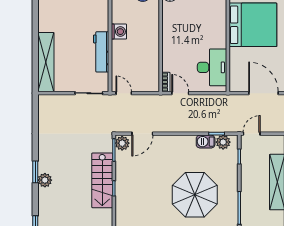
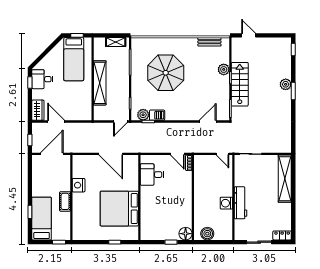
workbench: (101, 52) -> (241, 203), moved
desk: (212, 67) -> (152, 175), width x0.73
plant: (122, 143) -> (224, 69), moved

